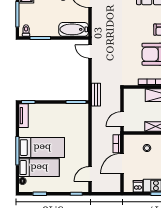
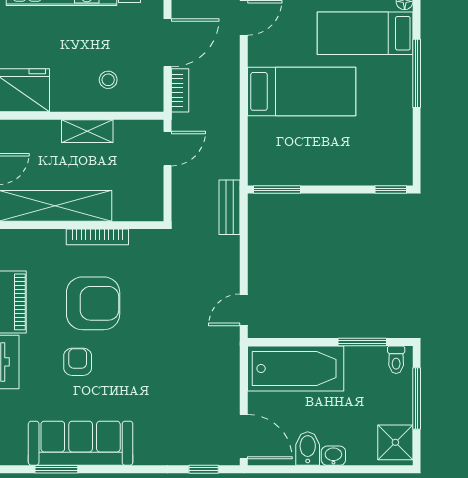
bathtub: (74, 29) -> (296, 369), width x1.36, depth x1.36
door: (90, 51) -> (244, 310), swing flipped
tv unit: (24, 116) -> (402, 157), removed
bed: (42, 148) -> (302, 91), moved, turned 180

